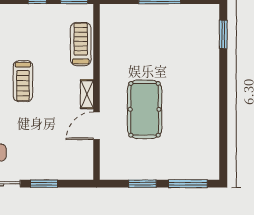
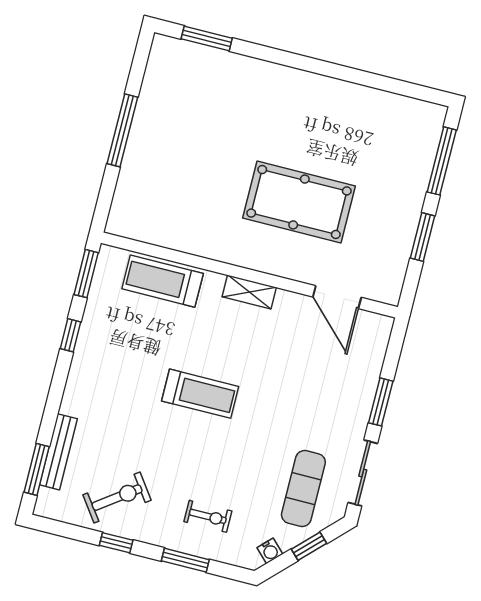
door: (97, 126) -> (337, 297), moved

